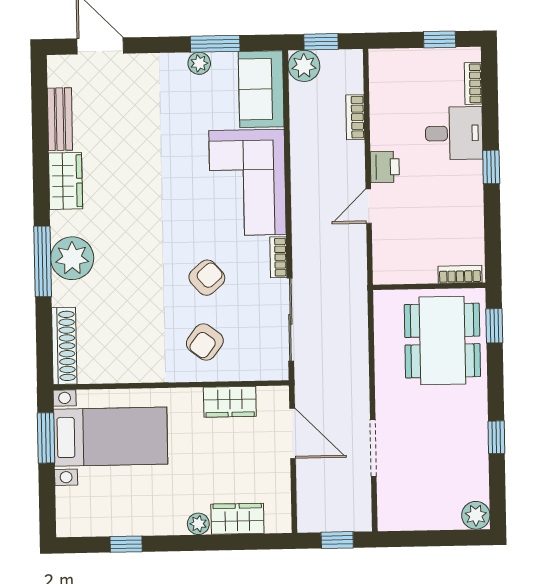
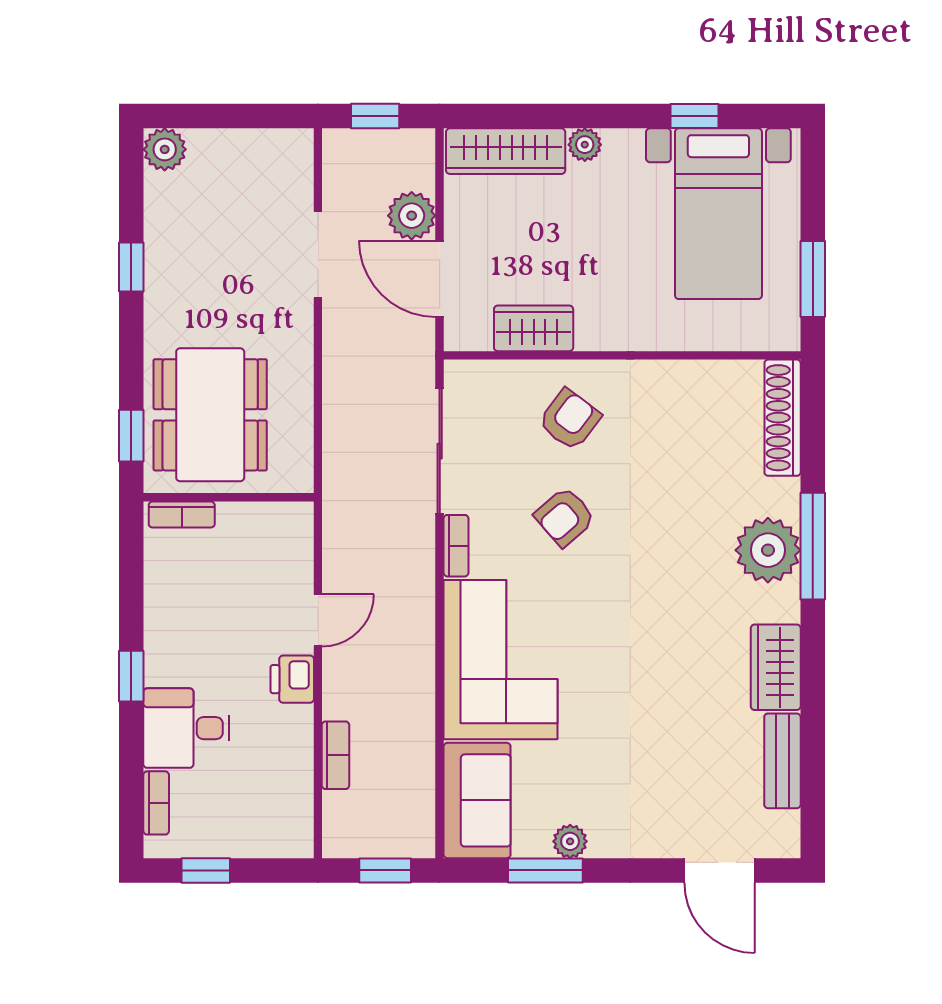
plant: (304, 66) -> (412, 216), moved
bed with nightstands: (111, 437) -> (718, 214), moved, turned -90
wardrobe: (237, 519) -> (506, 151), width x1.50

